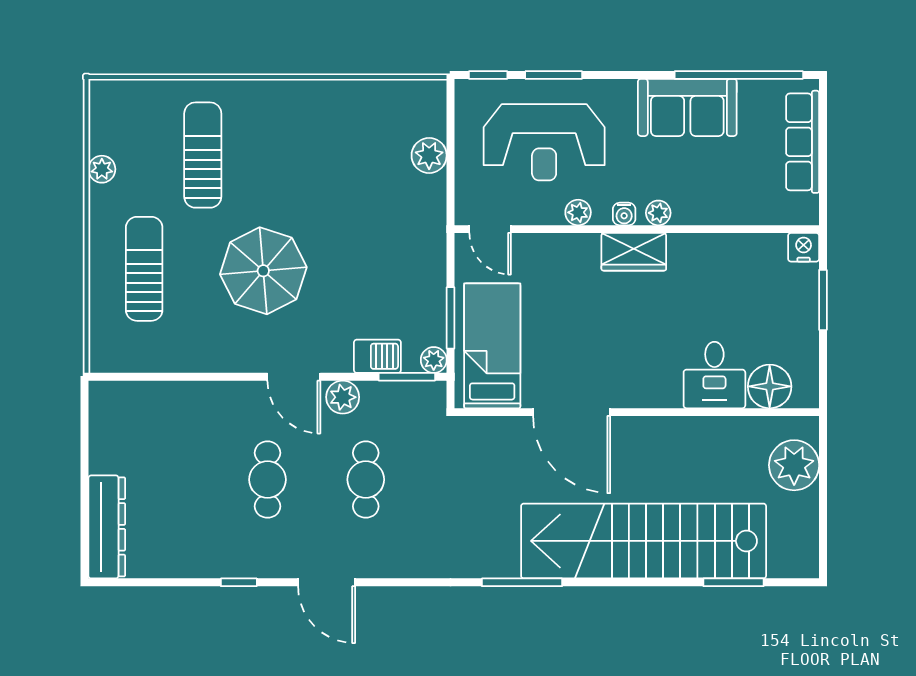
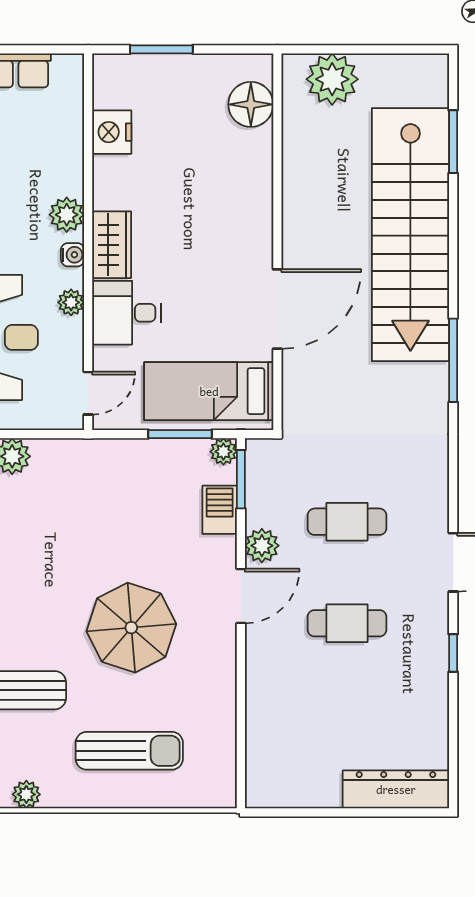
plant: (658, 213) -> (67, 215), width x1.38, depth x1.38
nightstand: (804, 247) -> (112, 132), moved, width x1.36, depth x1.33
sun lounger: (144, 269) -> (129, 751), turned 180
desk: (714, 375) -> (127, 313), moved, turned 180

